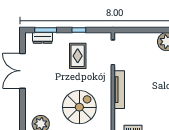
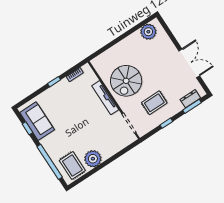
rug: (78, 56) -> (154, 103), turned 90
spiral stairs: (79, 107) -> (126, 81), moved

